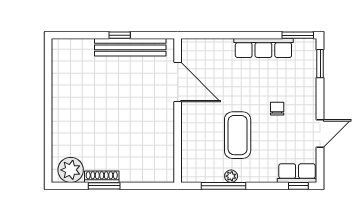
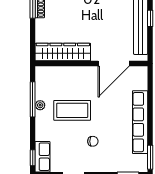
row of seats: (263, 48) -> (140, 122), width x1.36
wardrobe: (163, 147) -> (63, 52), added

